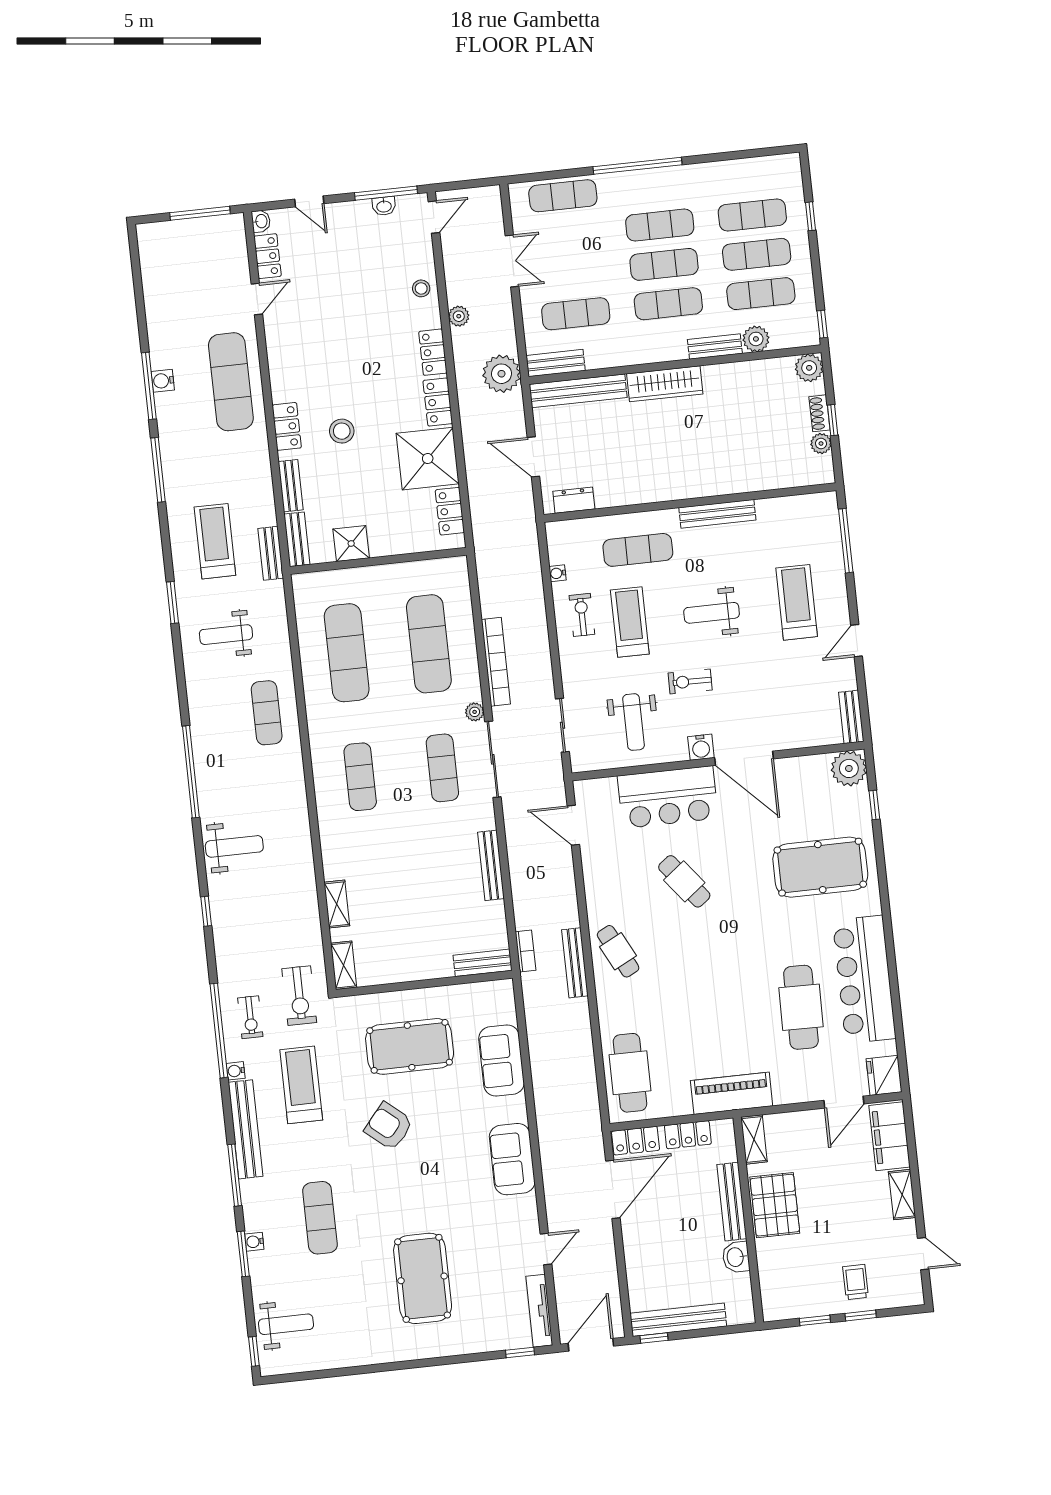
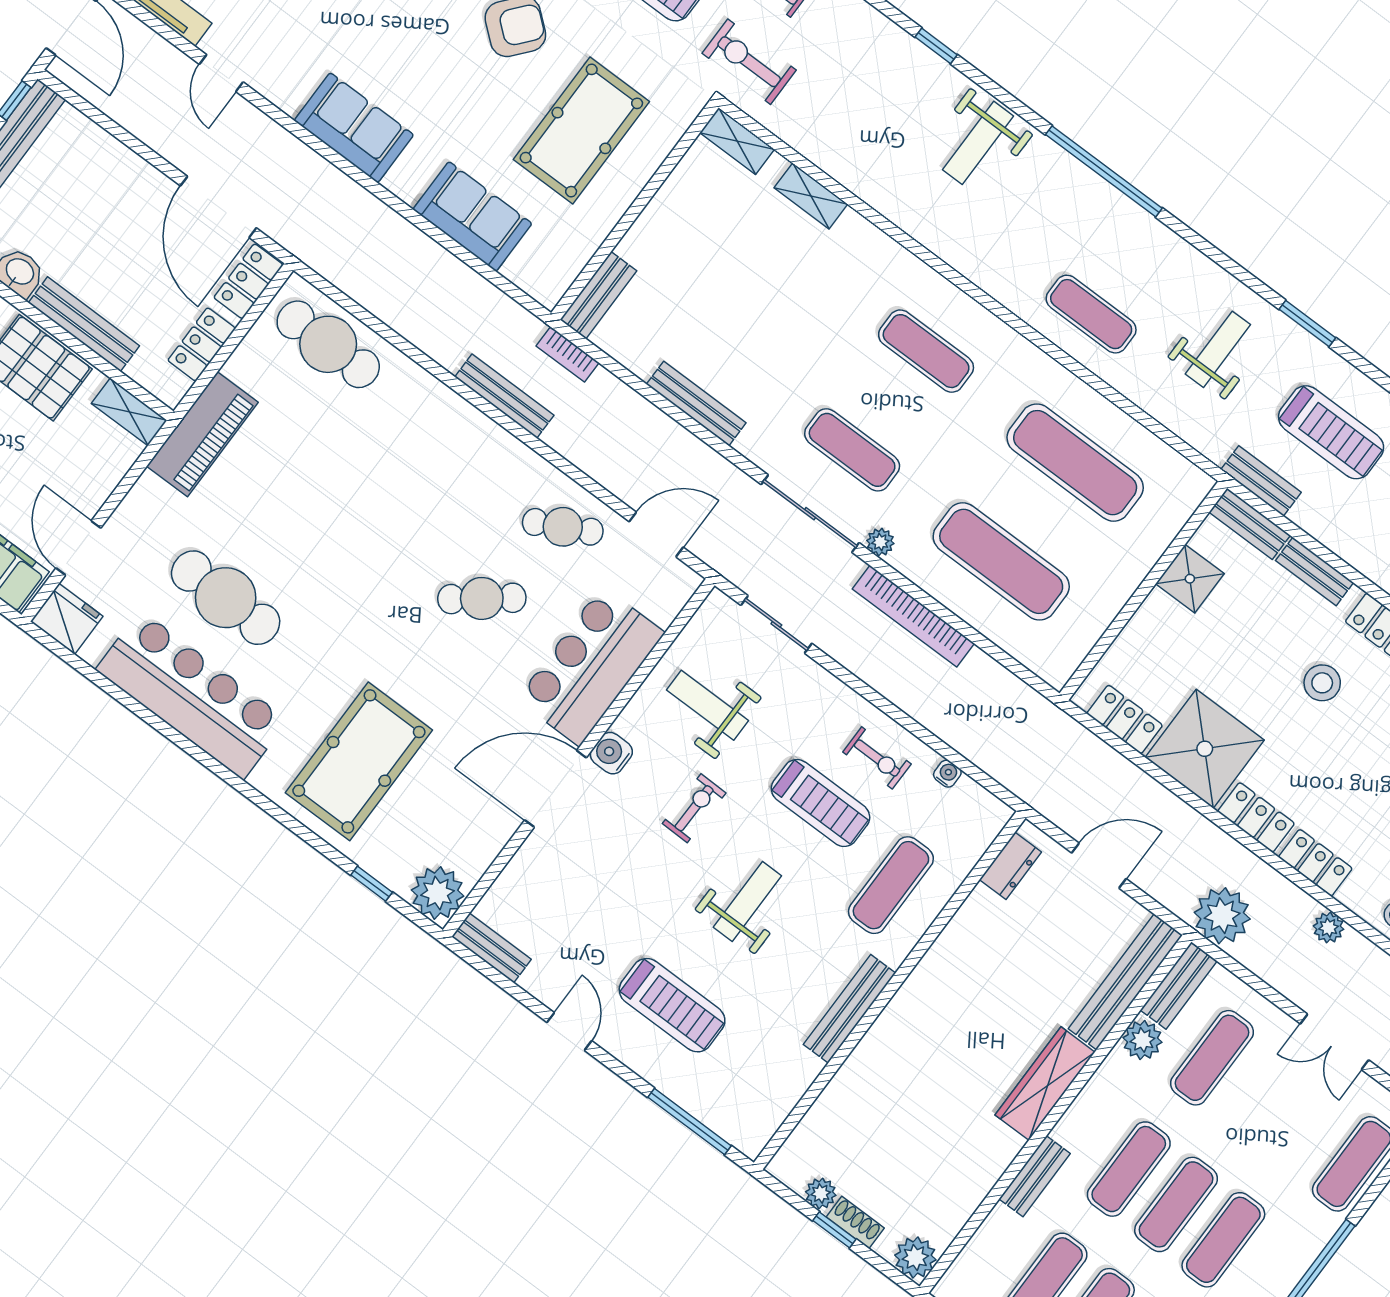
plant: (756, 339) -> (1142, 1040), moved
cafe table: (618, 951) -> (563, 527), moved

